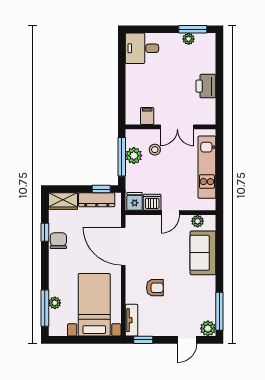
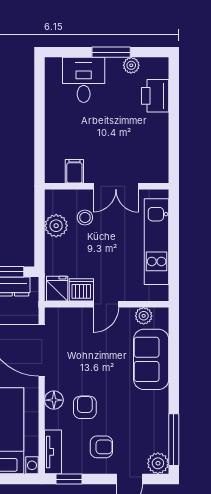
window: (193, 29) -> (111, 52), moved
desk: (142, 48) -> (84, 80), moved, turned 90
printer: (206, 86) -> (155, 96), moved
window: (122, 157) -> (40, 227), removed
floor lamp: (132, 282) -> (54, 400), added
armchair: (155, 288) -> (85, 407), turned -90
armchair: (167, 317) -> (101, 447), added

